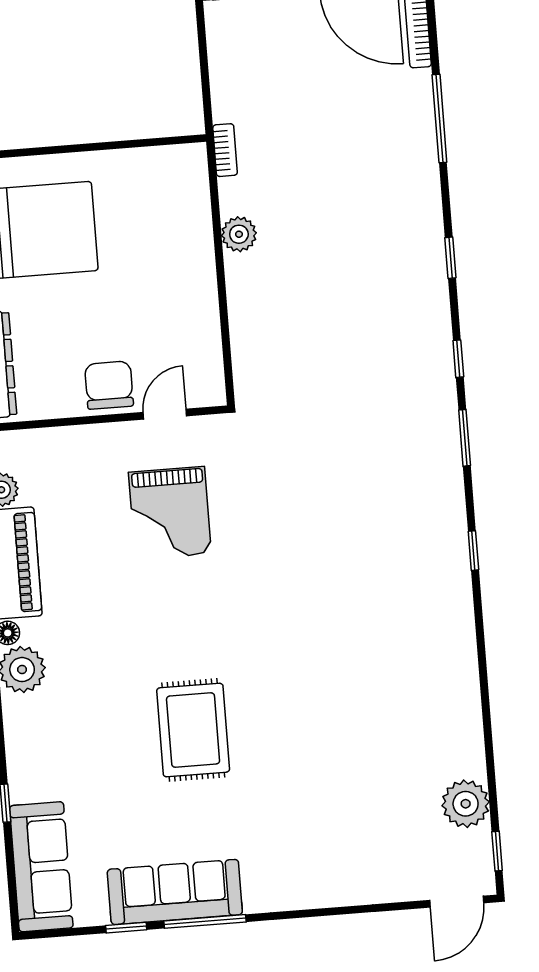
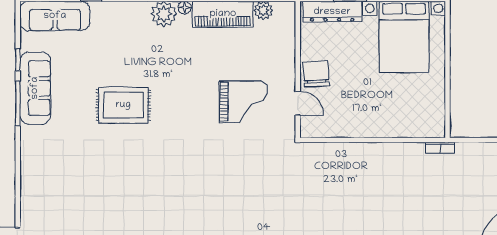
plant: (239, 234) -> (393, 152), removed
chair: (109, 385) -> (316, 74), turned -93
grand piano: (170, 513) -> (243, 102), turned 180

